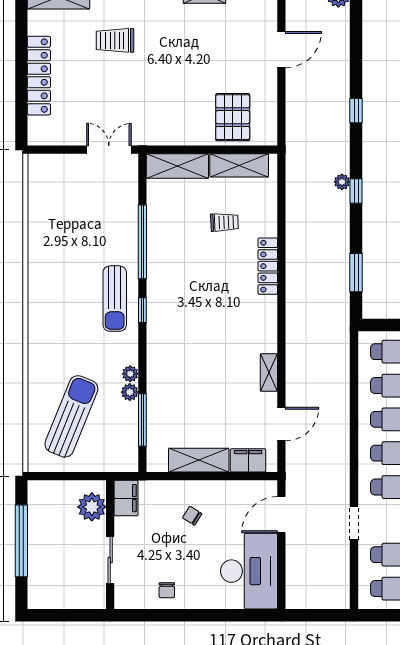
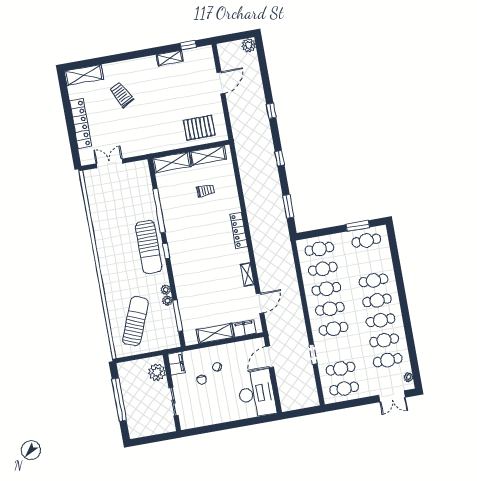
trolley: (115, 40) -> (122, 95), turned 62
pallet: (233, 117) -> (199, 128), turned 90
double door: (109, 150) -> (110, 163), moved
plant: (342, 182) -> (270, 154), removed
locker: (268, 266) -> (239, 230), moved
sun lounger: (115, 299) -> (149, 247), width x1.36, depth x1.34
chair: (167, 590) -> (202, 380), moved

